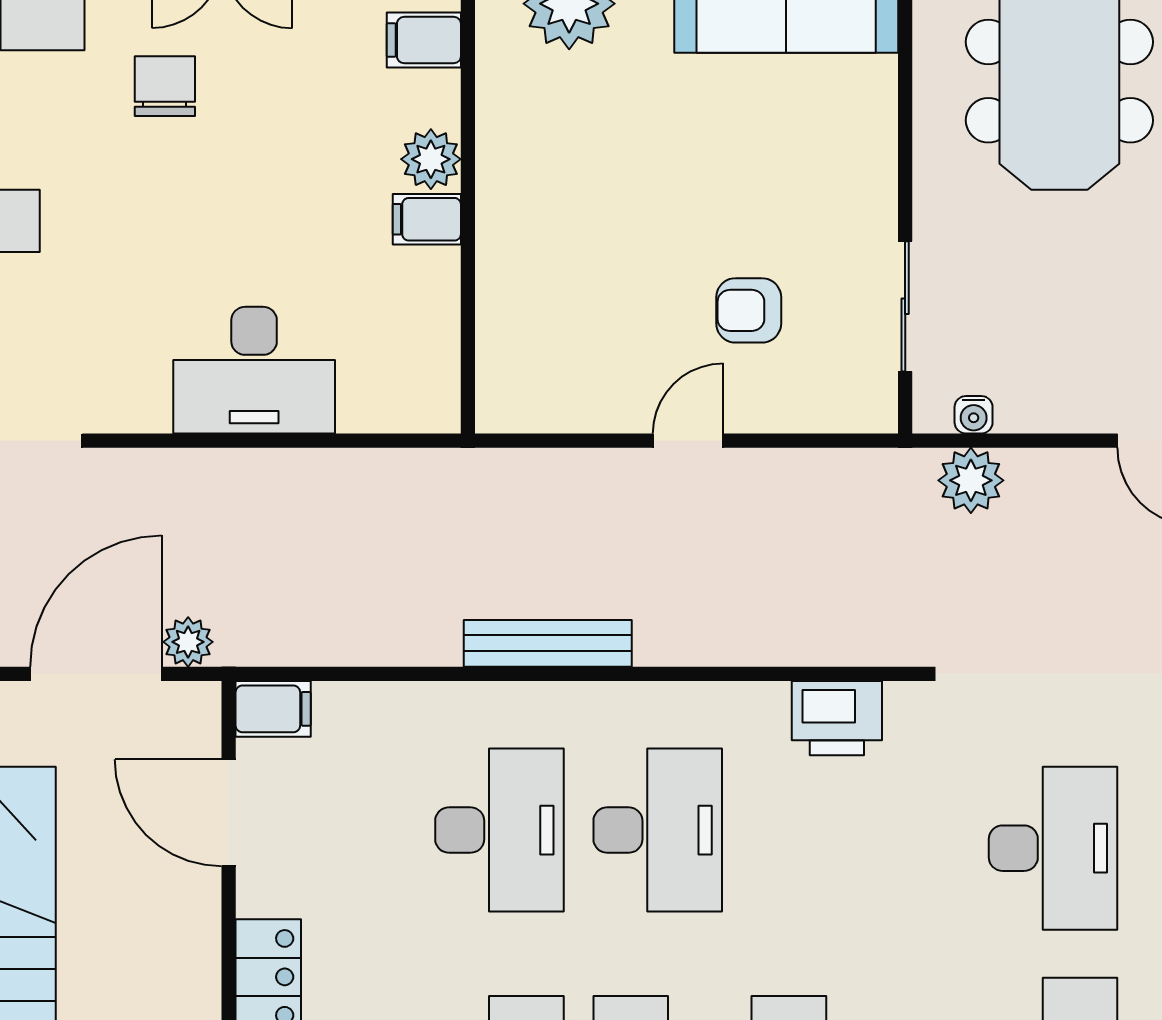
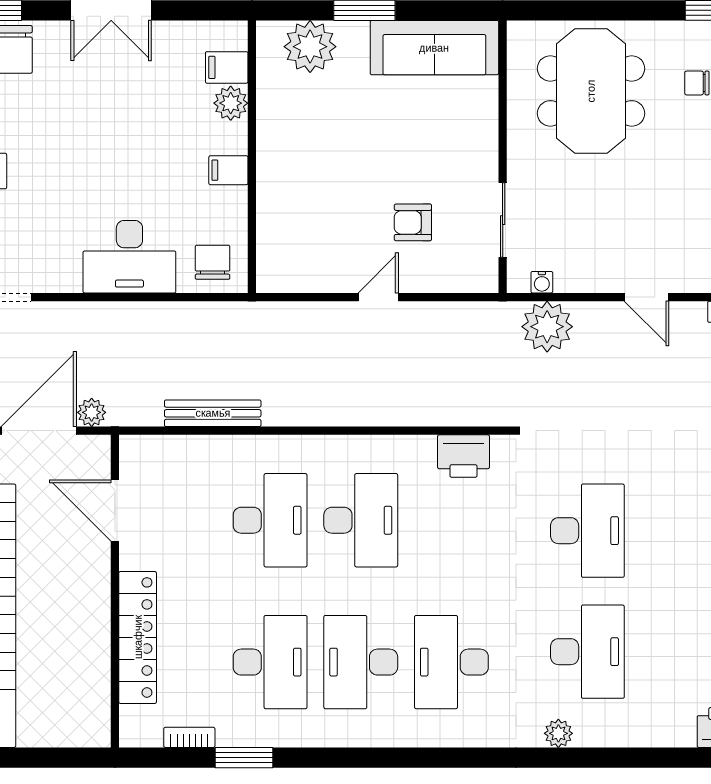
chair: (165, 86) -> (213, 262), moved
plant: (431, 159) -> (231, 103), moved
plant: (971, 480) -> (547, 327), width x1.36, depth x1.36
bench: (548, 643) -> (213, 413), moved
filing cabinet: (273, 709) -> (140, 451), removed

